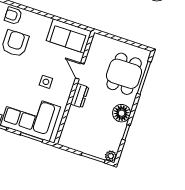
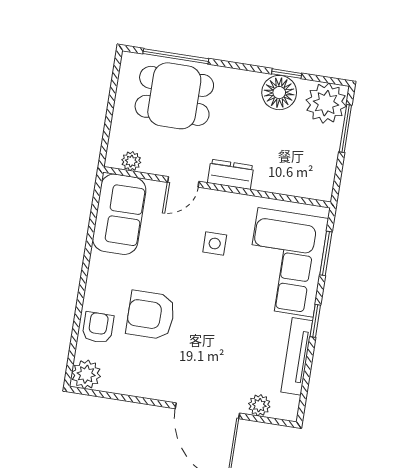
armchair: (13, 16) -> (98, 327), turned 180
plant: (95, 46) -> (131, 161), added
floor lamp: (122, 113) -> (279, 93), moved
plant: (111, 156) -> (326, 103), width x1.88, depth x1.88

